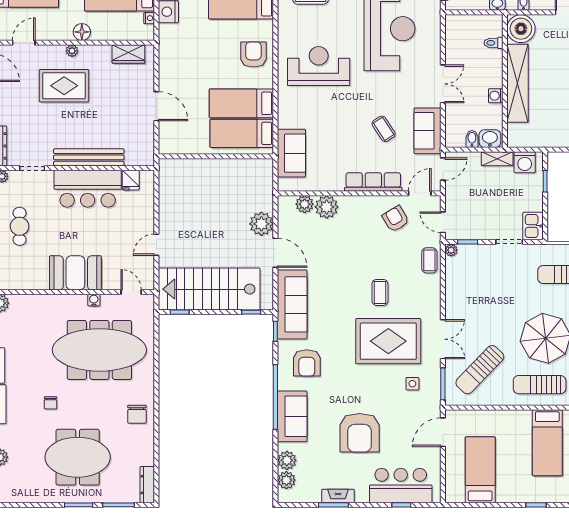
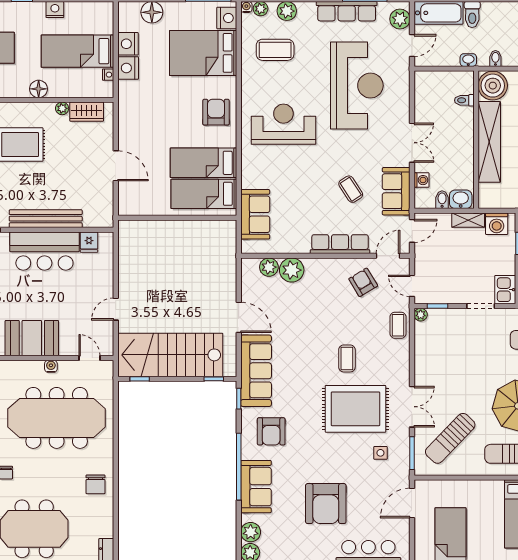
plant: (72, 51) -> (62, 108), moved
washing machine: (496, 96) -> (422, 180), moved, turned 180
plant: (261, 224) -> (224, 287), removed

